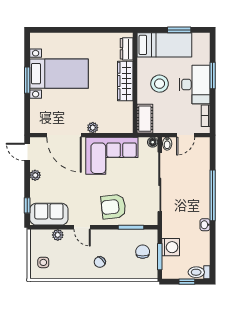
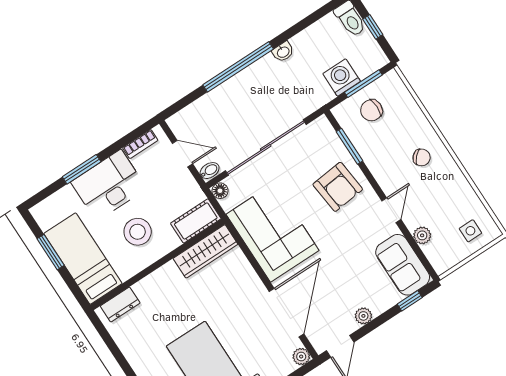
wardrobe: (125, 81) -> (205, 251), moved
plant: (93, 128) -> (301, 357), moved

